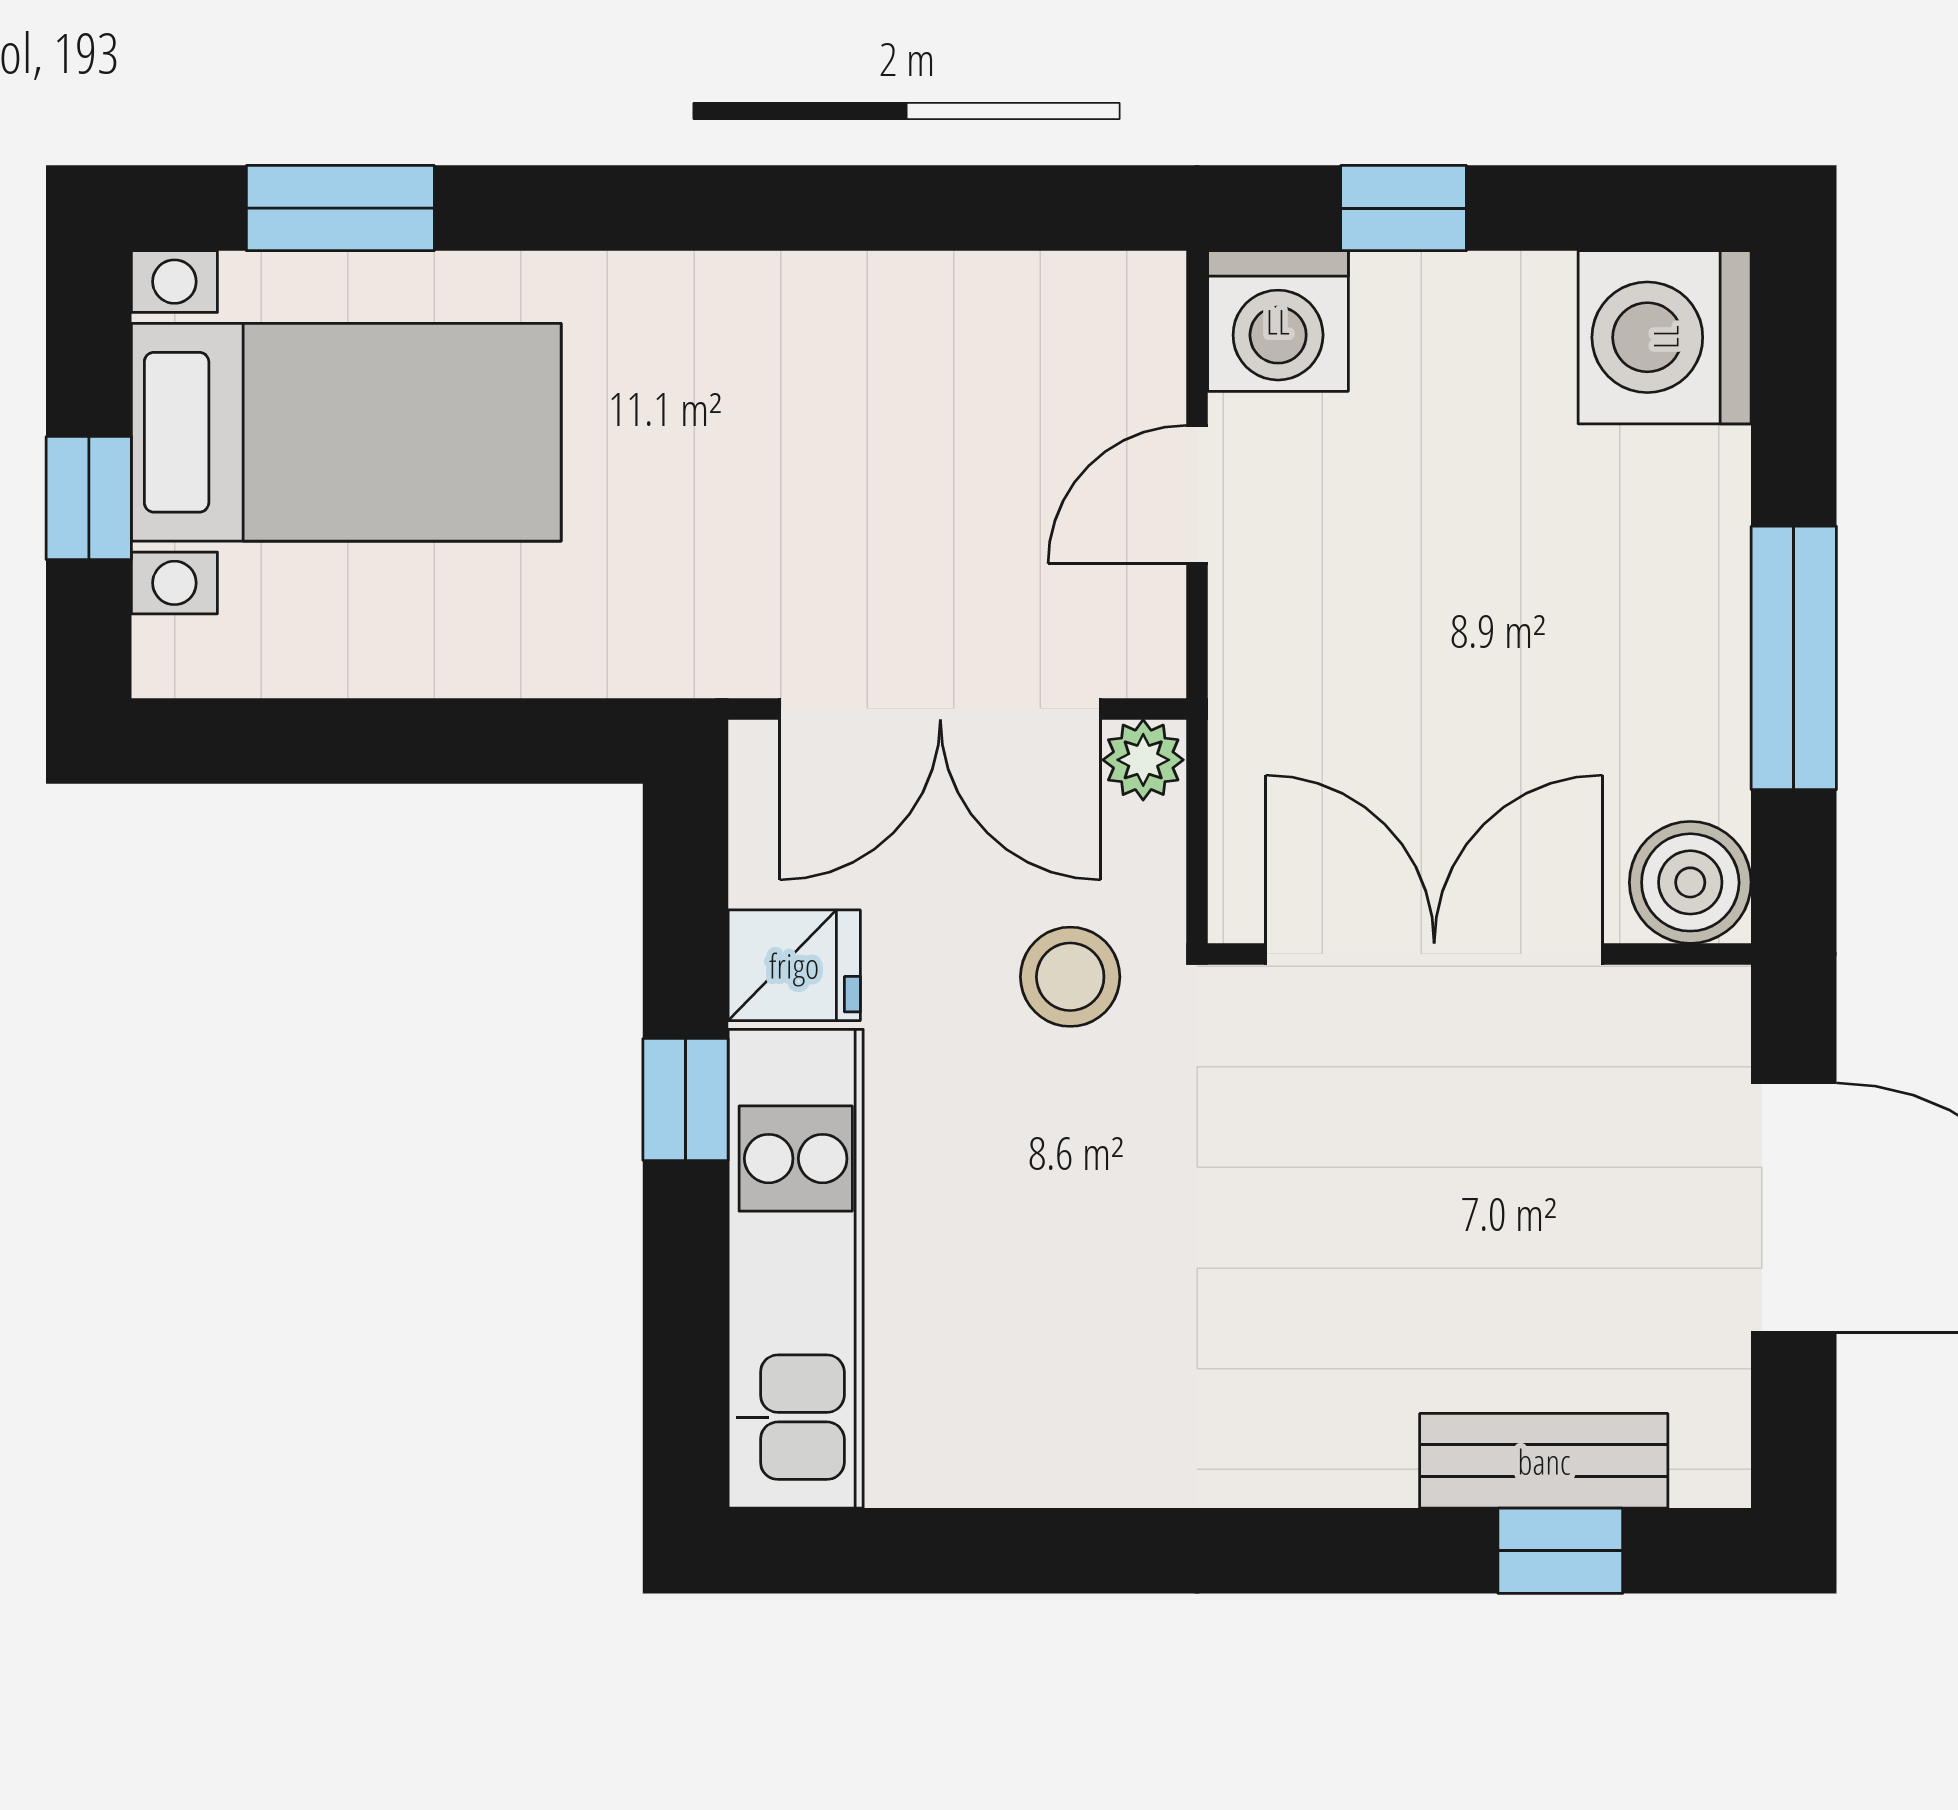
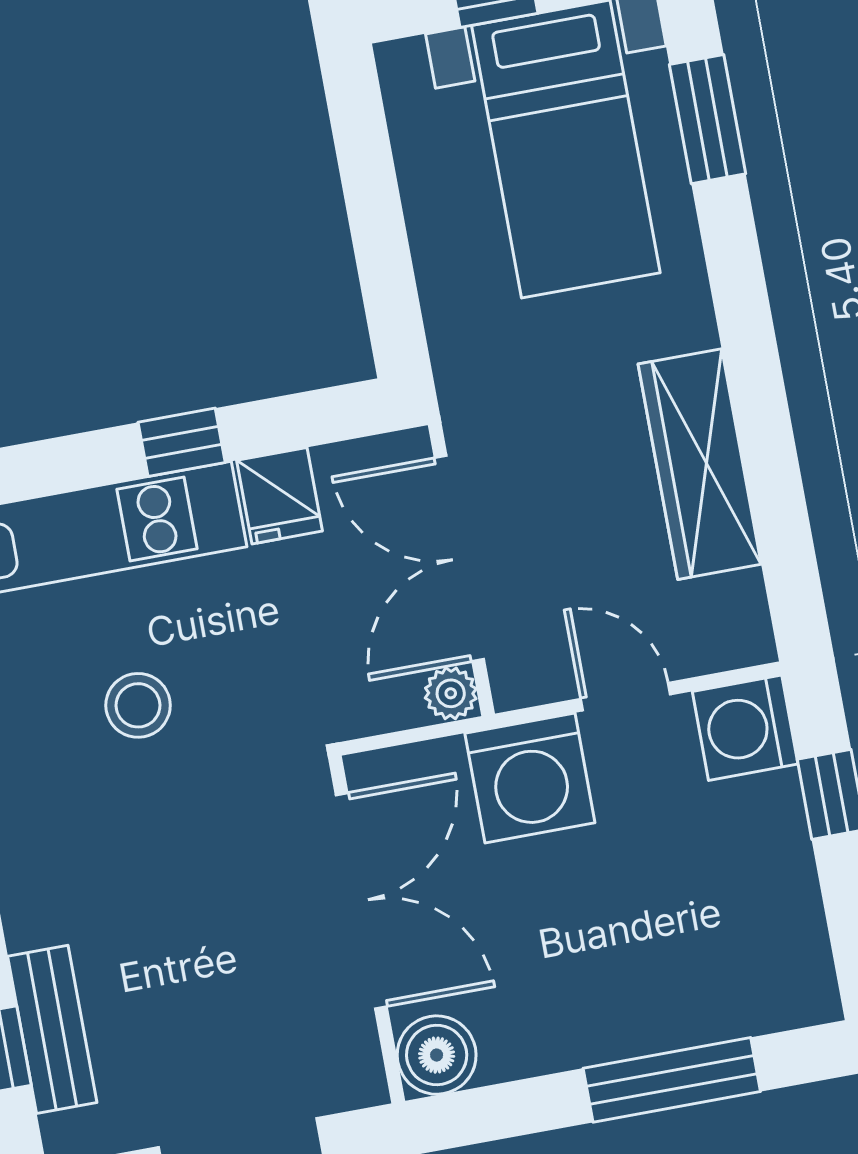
wardrobe: (864, 316) -> (700, 464), added
washing machine: (1665, 337) -> (530, 778), moved, turned 180
window: (1794, 658) -> (672, 1080), moved
stool: (1070, 977) -> (138, 705), moved

